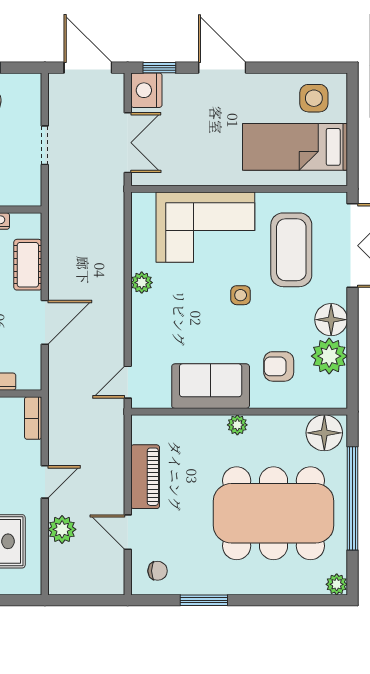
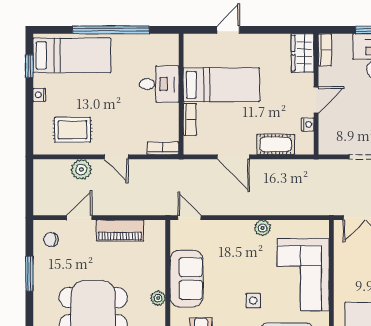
chair: (158, 571) -> (51, 240), turned 90

